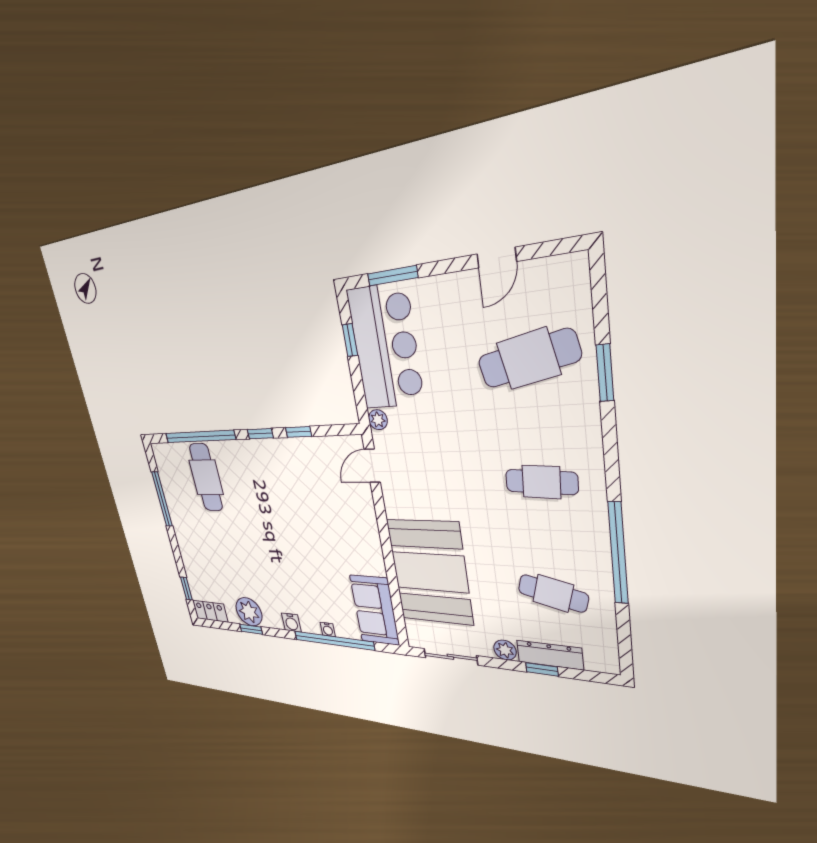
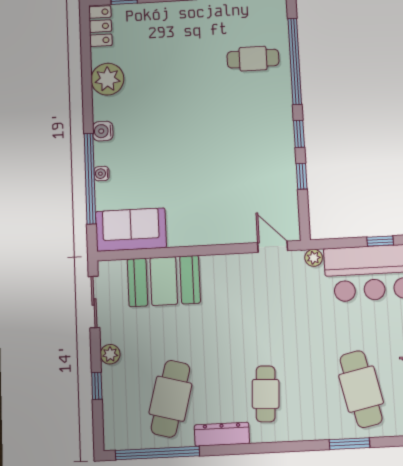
cafe table: (206, 477) -> (253, 59), width x0.73, depth x0.74
window: (618, 553) -> (157, 453), moved
booth: (430, 572) -> (164, 281), width x0.73, depth x0.70
cafe table: (553, 593) -> (170, 399), width x1.37, depth x1.35
window: (251, 629) -> (87, 77), removed
dresser: (550, 655) -> (222, 434), moved, turned -90

